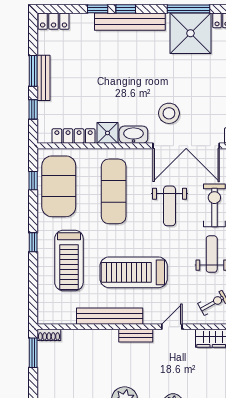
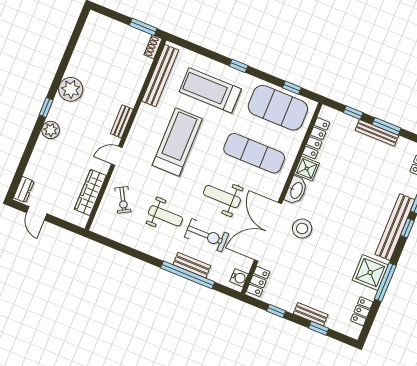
shower: (190, 33) -> (370, 272), width x0.73, depth x0.73
bench: (110, 316) -> (160, 76), moved
door: (172, 327) -> (117, 156), swing flipped

